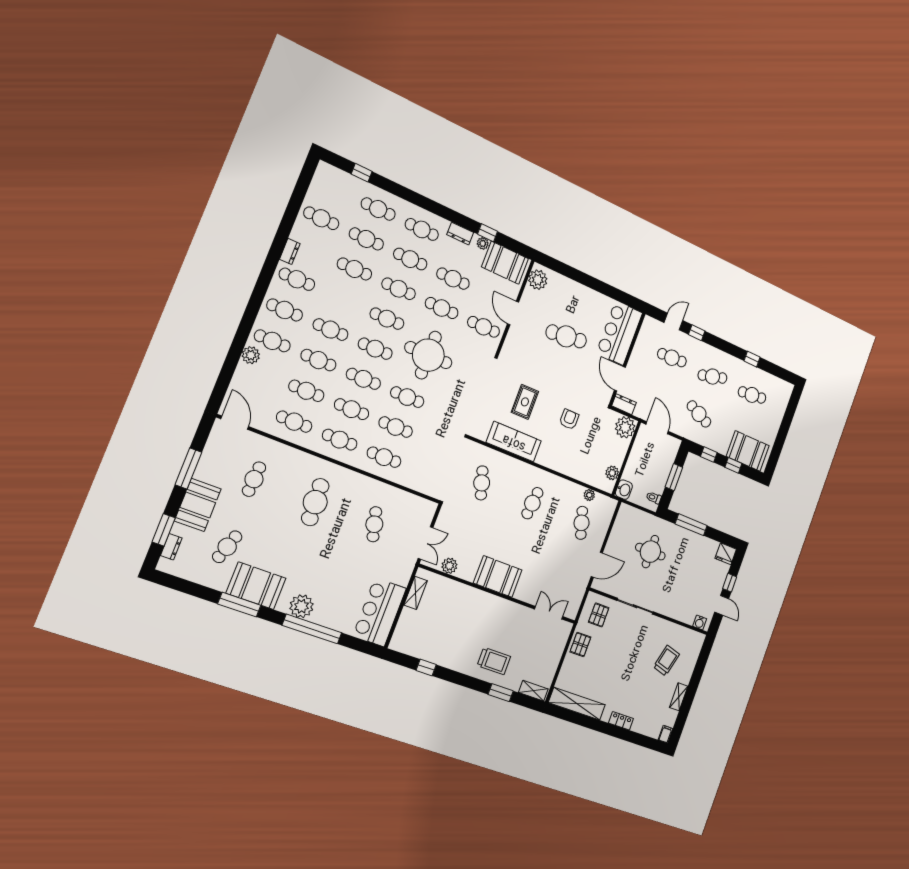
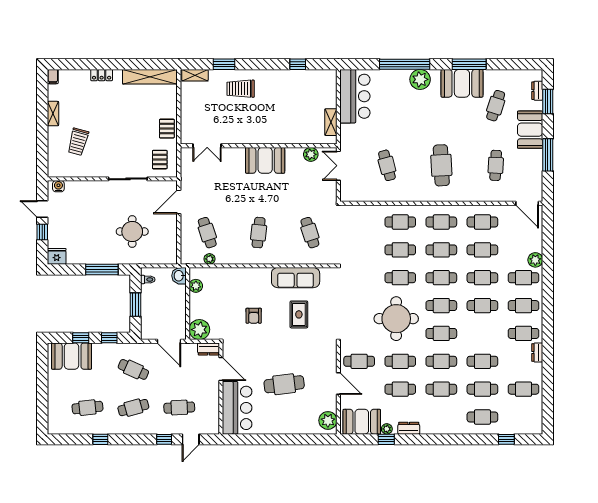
cafe table: (422, 229) -> (441, 417), removed

